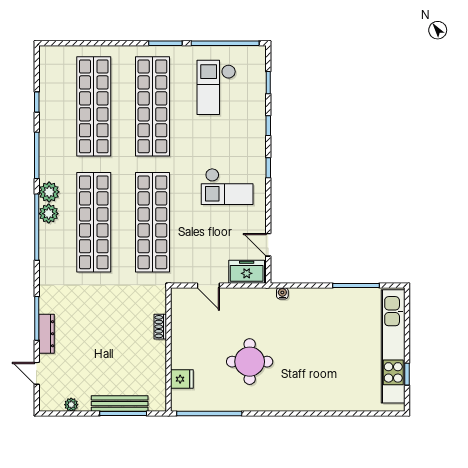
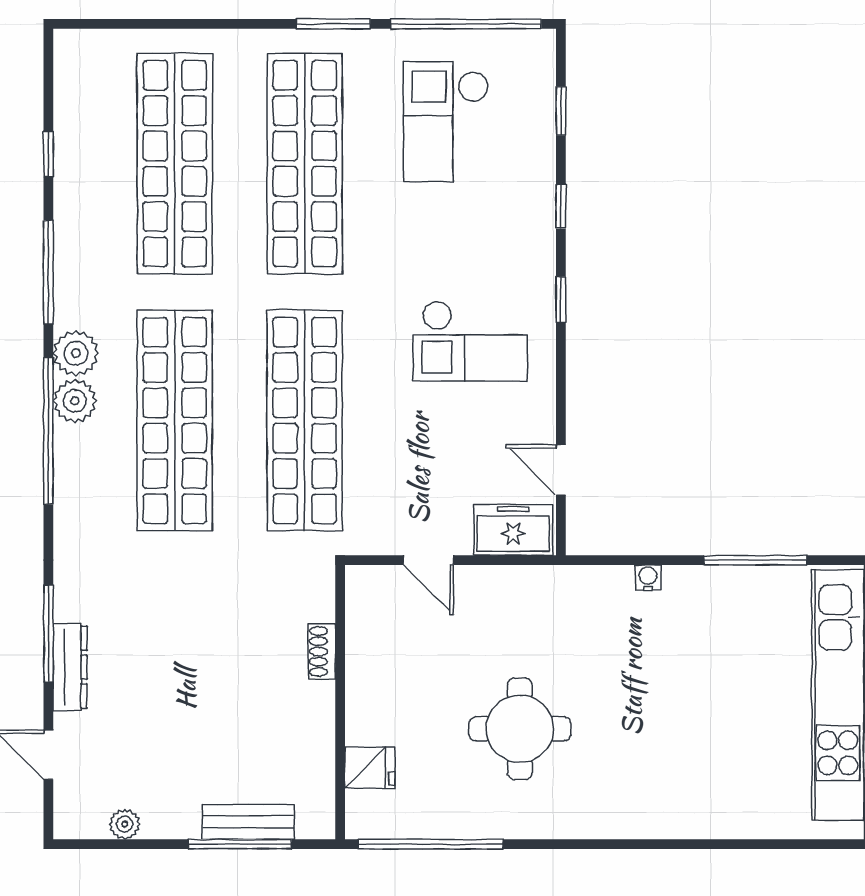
water cooler: (282, 293) -> (648, 578), moved
bench: (120, 404) -> (249, 822), width x0.73

